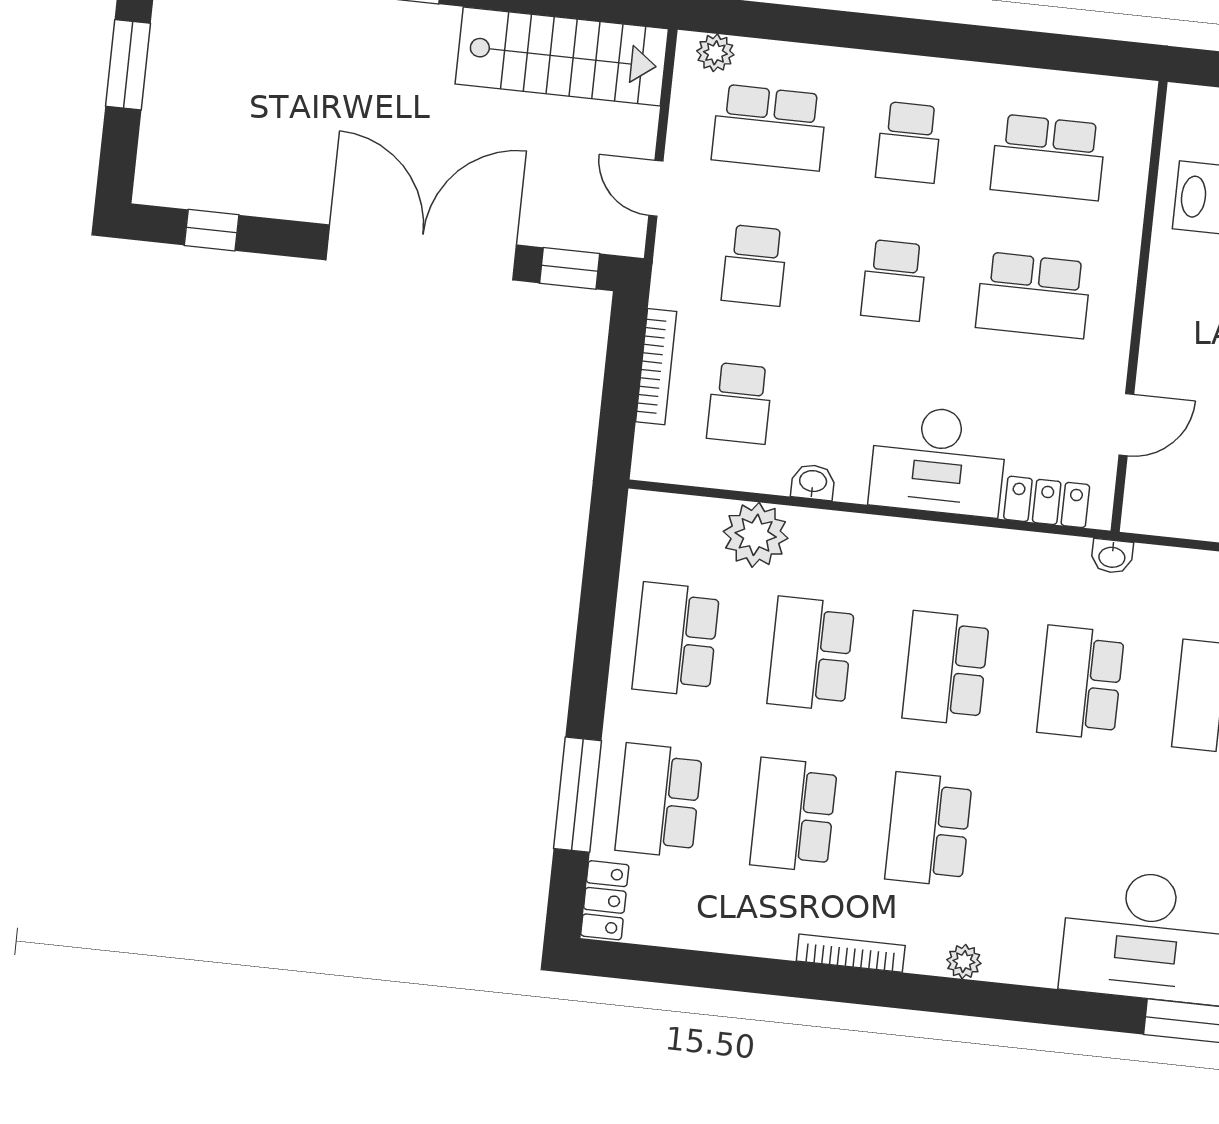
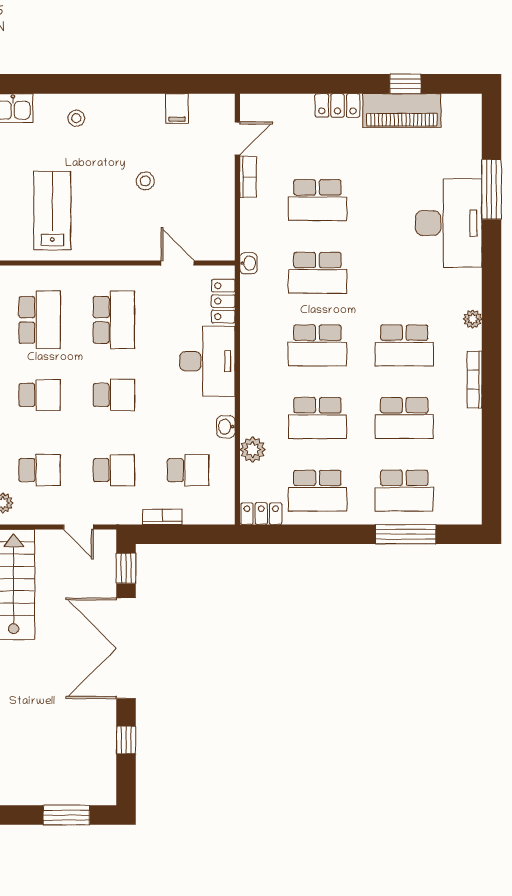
window: (128, 65) -> (66, 815), moved
school desk: (769, 127) -> (40, 470), width x0.54
door: (656, 188) -> (79, 527), hinge flipped
window: (212, 230) -> (126, 740), moved
bookcase: (656, 367) -> (162, 517), width x0.64
plant: (756, 535) -> (253, 450), width x0.73, depth x0.73
locker: (605, 900) -> (261, 514), moved

